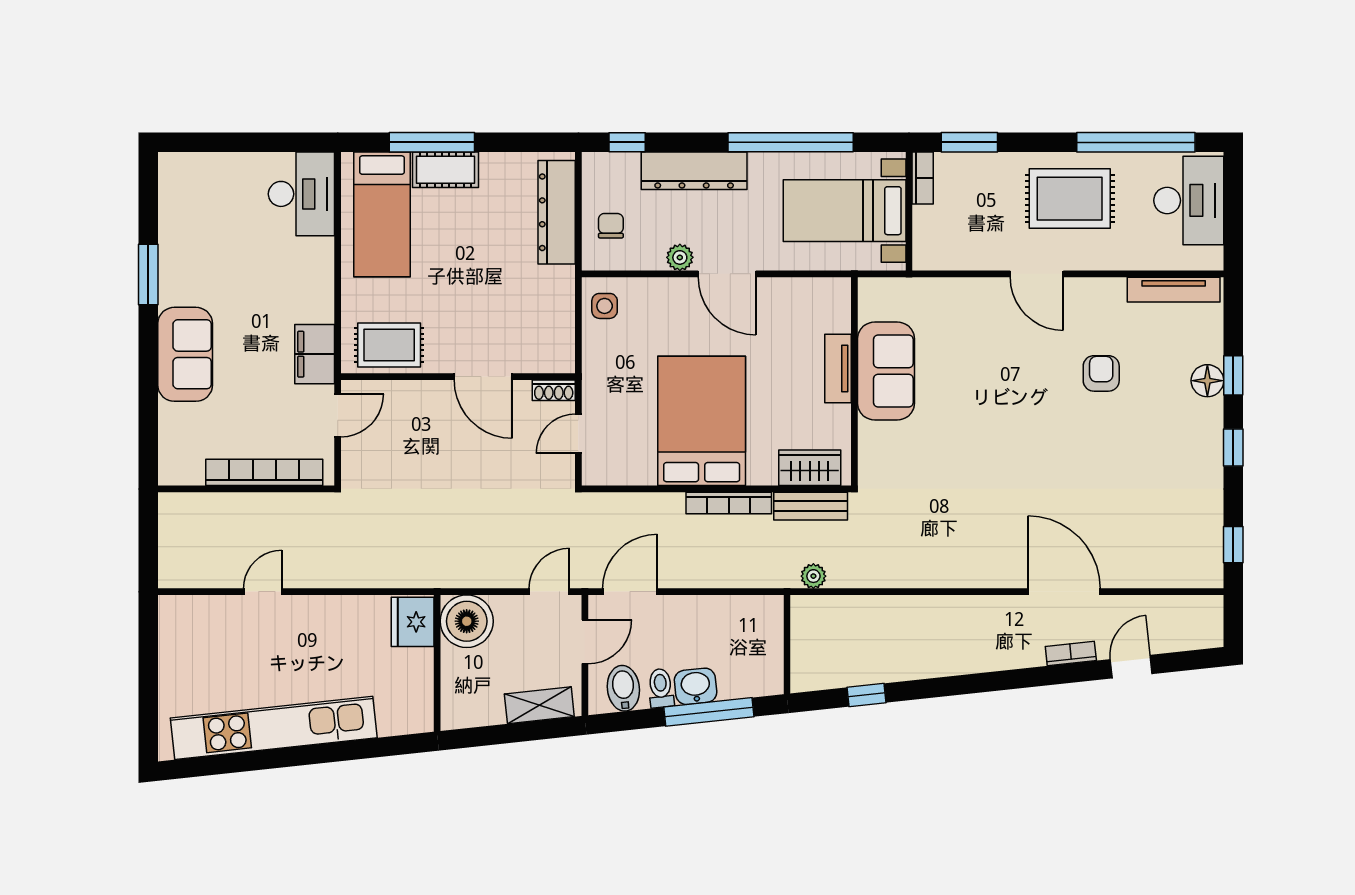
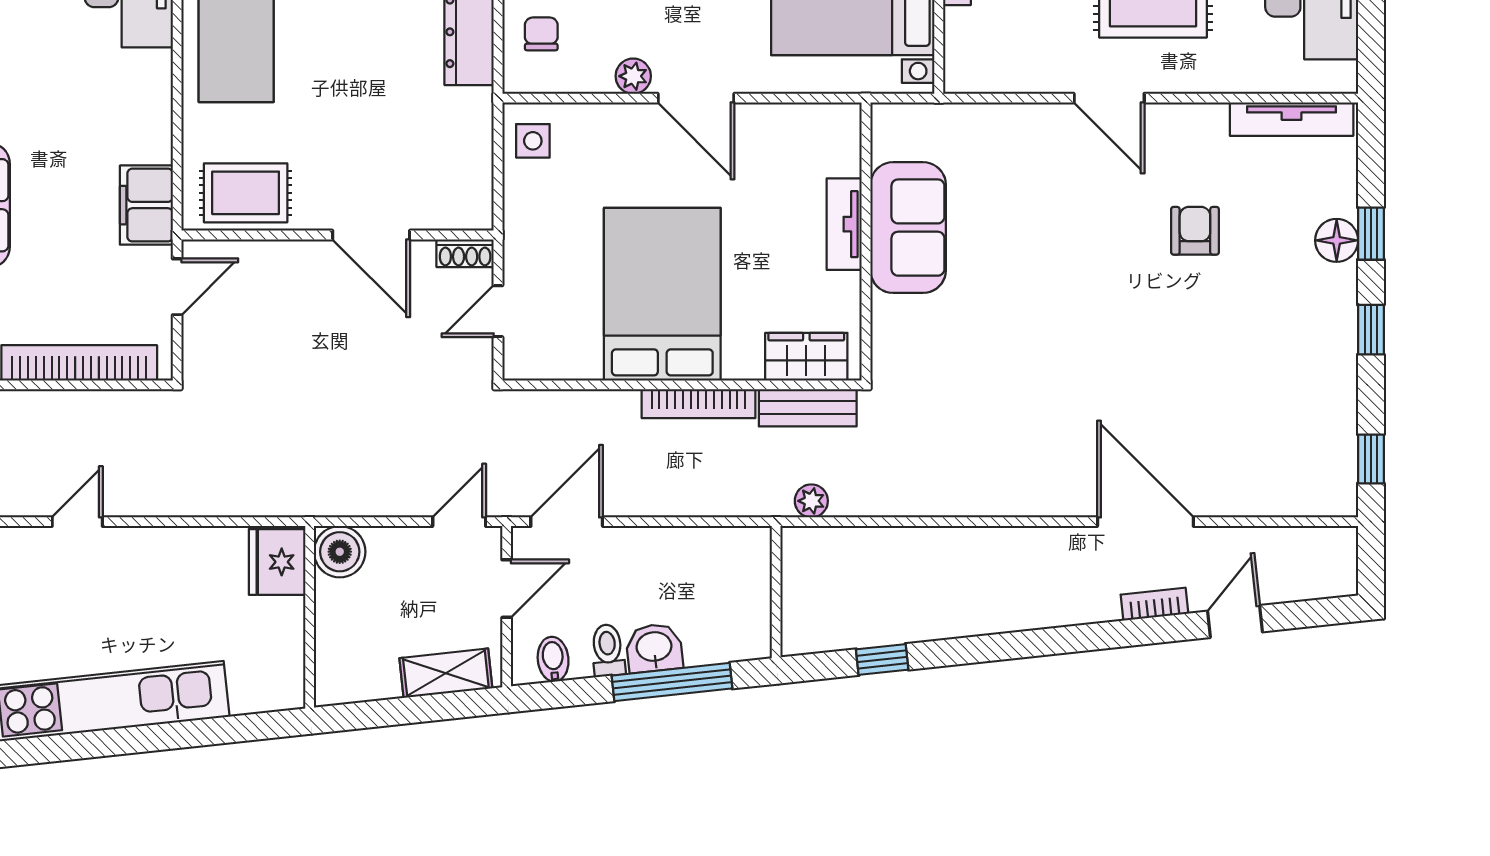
boiler: (467, 621) -> (340, 552), width x0.73, depth x0.73
bidet: (623, 688) -> (553, 659), width x0.72, depth x0.74

